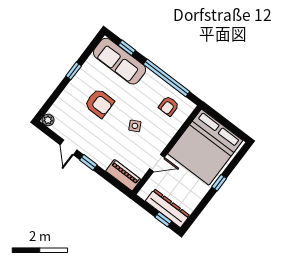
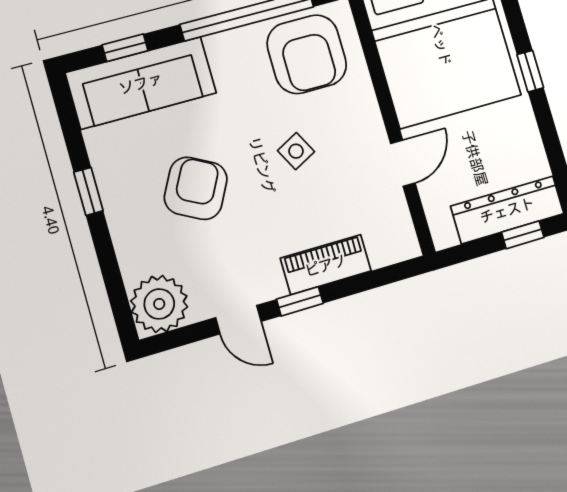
armchair: (99, 103) -> (196, 188), turned -62
armchair: (169, 106) -> (307, 54), width x1.88, depth x1.88
plant: (48, 120) -> (159, 304), width x1.87, depth x1.87
piano: (123, 175) -> (326, 265), moved

